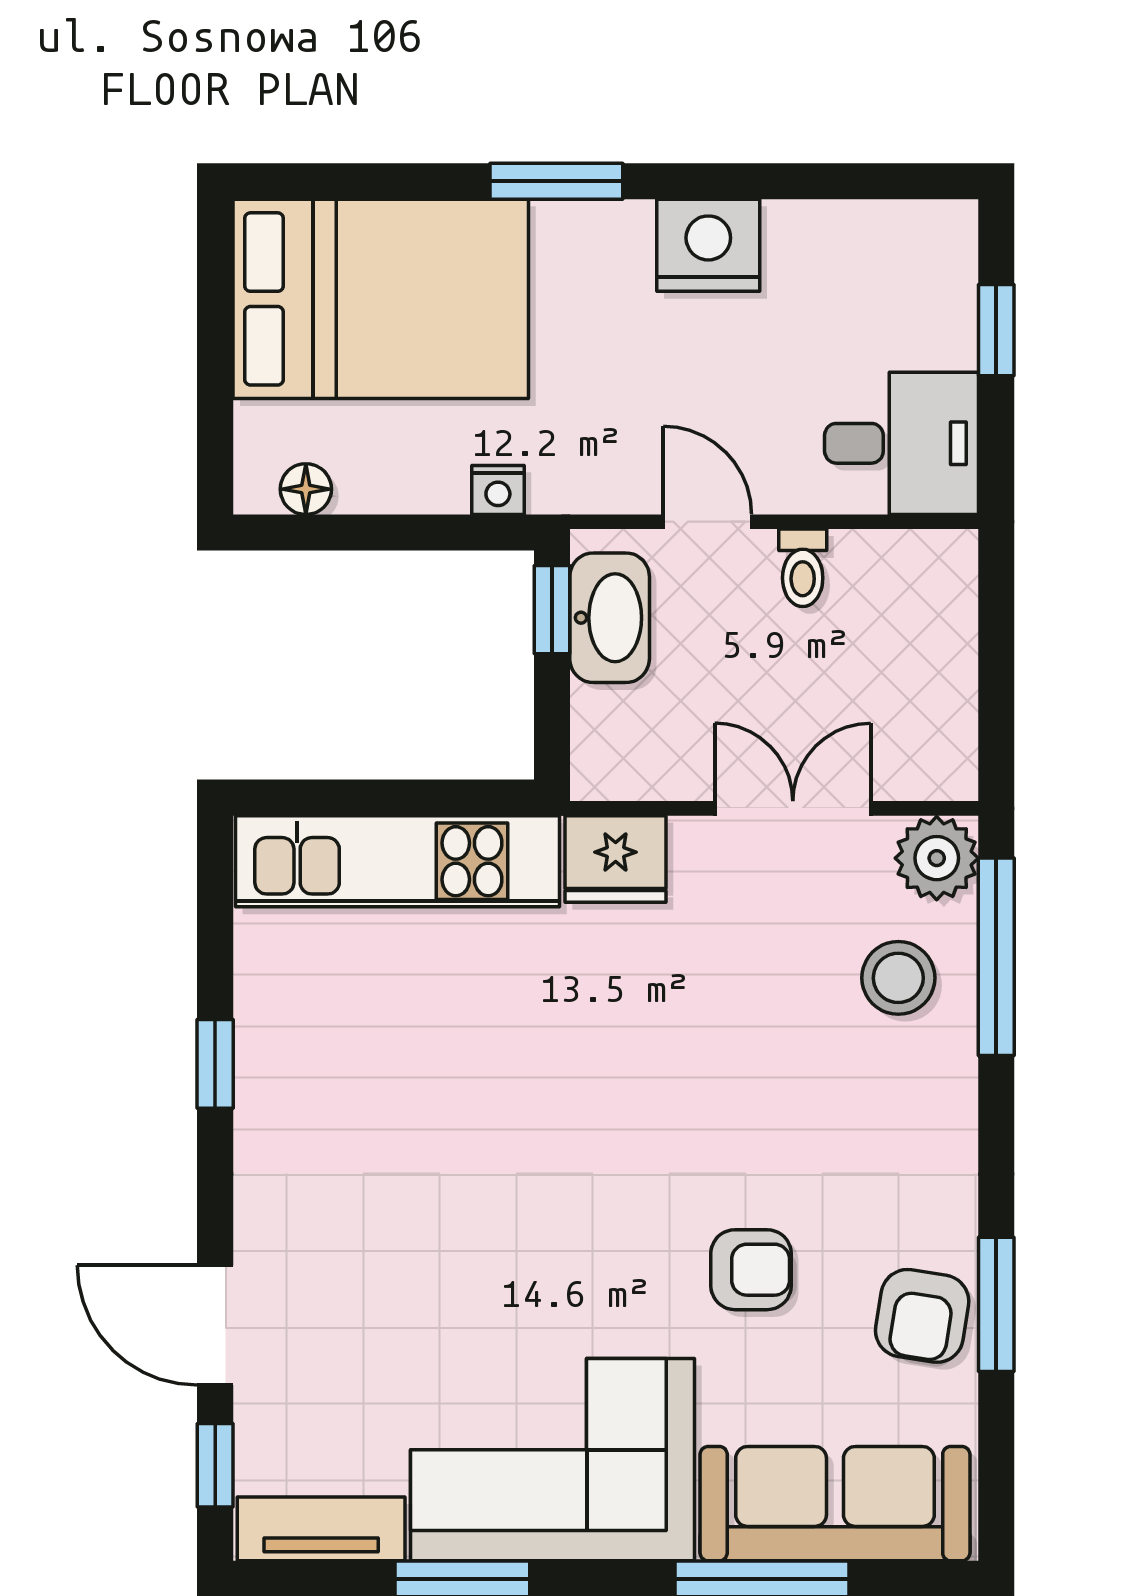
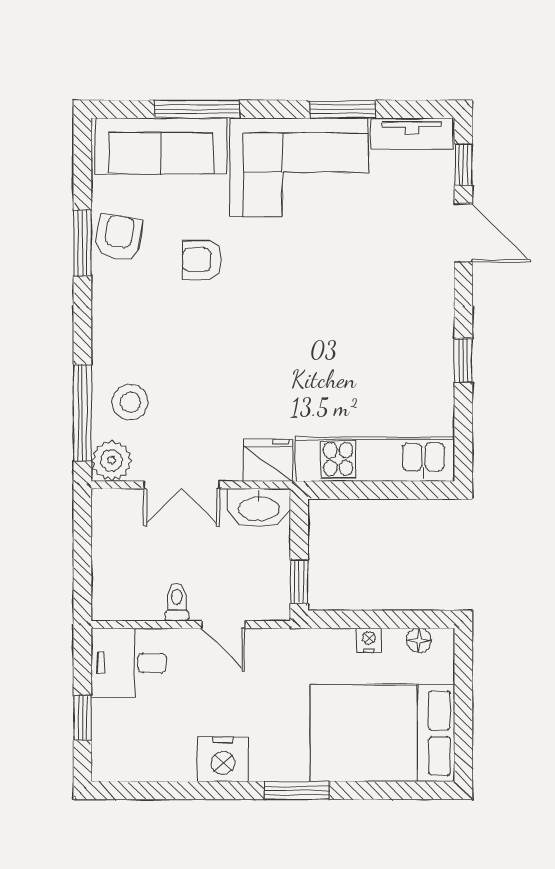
nightstand: (498, 490) -> (369, 640), moved
washbasin: (610, 618) -> (259, 508), moved, turned -90

